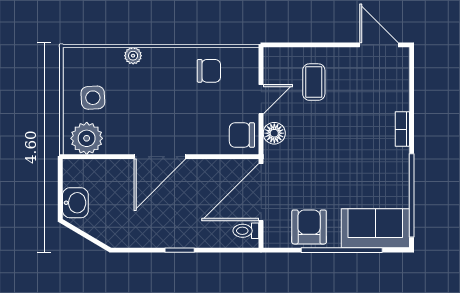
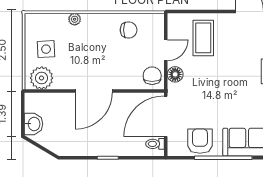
coffee table: (314, 82) -> (203, 38), width x1.36, depth x1.30
chair: (242, 135) -> (152, 76), turned 90

